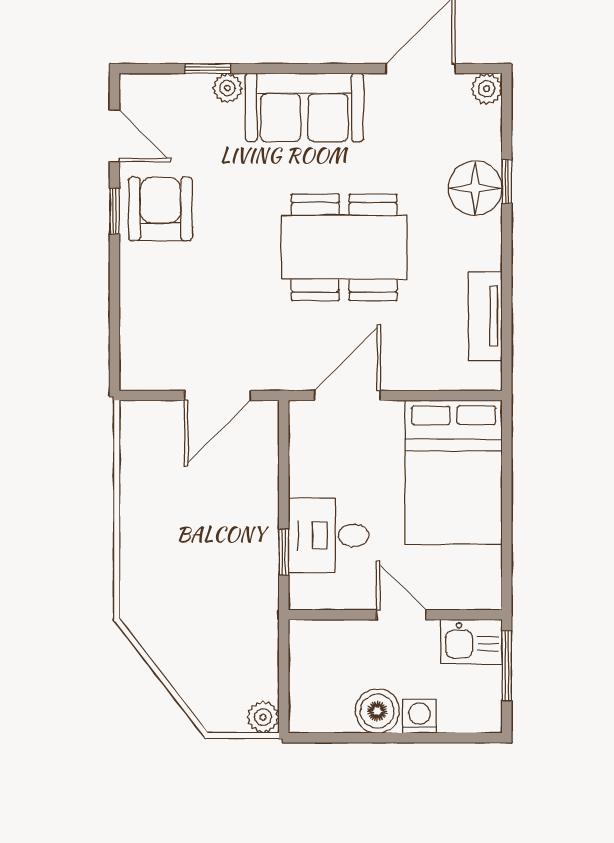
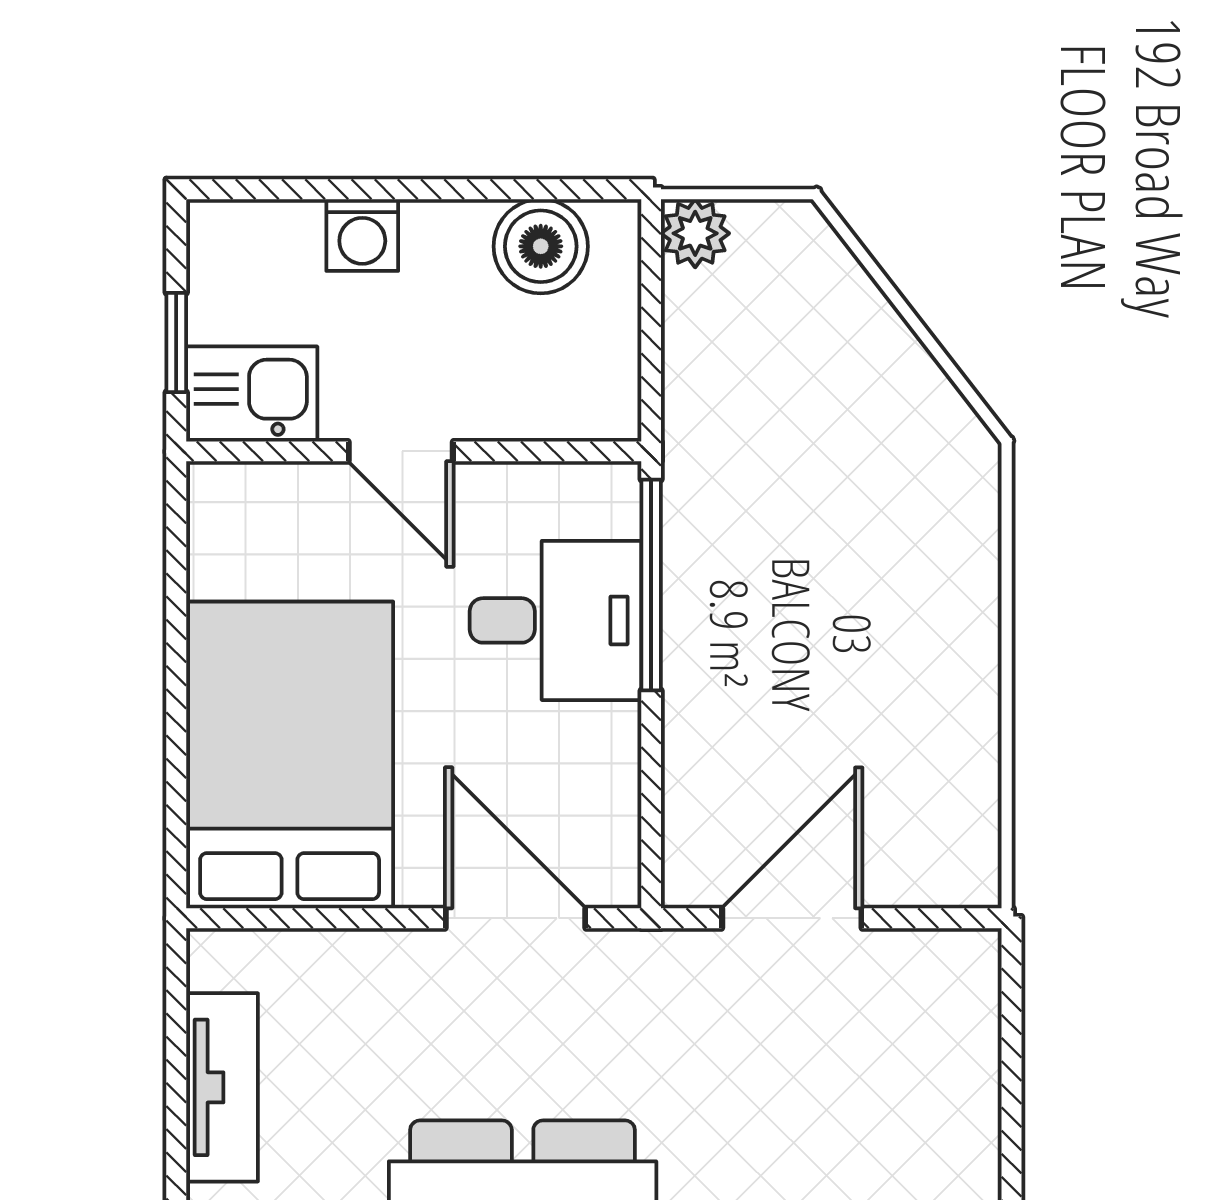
door: (347, 396) -> (516, 918), swing flipped
window: (284, 552) -> (651, 585), width x2.17
window: (507, 666) -> (176, 342), width x0.67
boiler: (377, 711) -> (541, 246), moved

